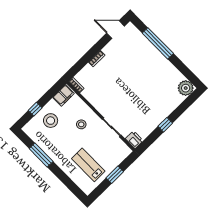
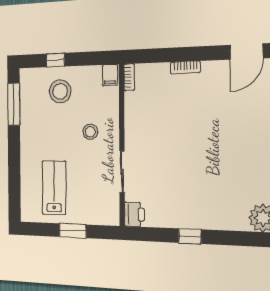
door: (116, 30) -> (247, 52), swing flipped
filing cabinet: (64, 95) -> (110, 75), width x0.50
window: (41, 155) -> (14, 104), moved

